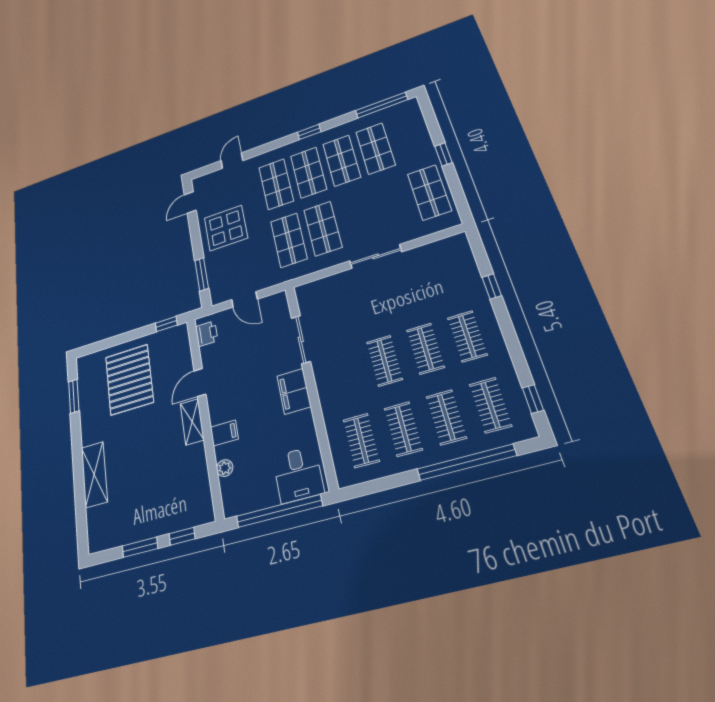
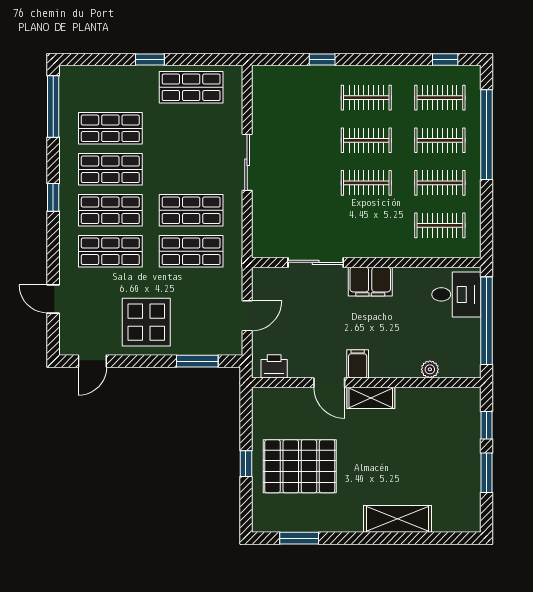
door: (190, 202) -> (92, 361), hinge flipped
window: (166, 324) -> (246, 464), moved
filing cabinet: (224, 433) -> (358, 364), moved

